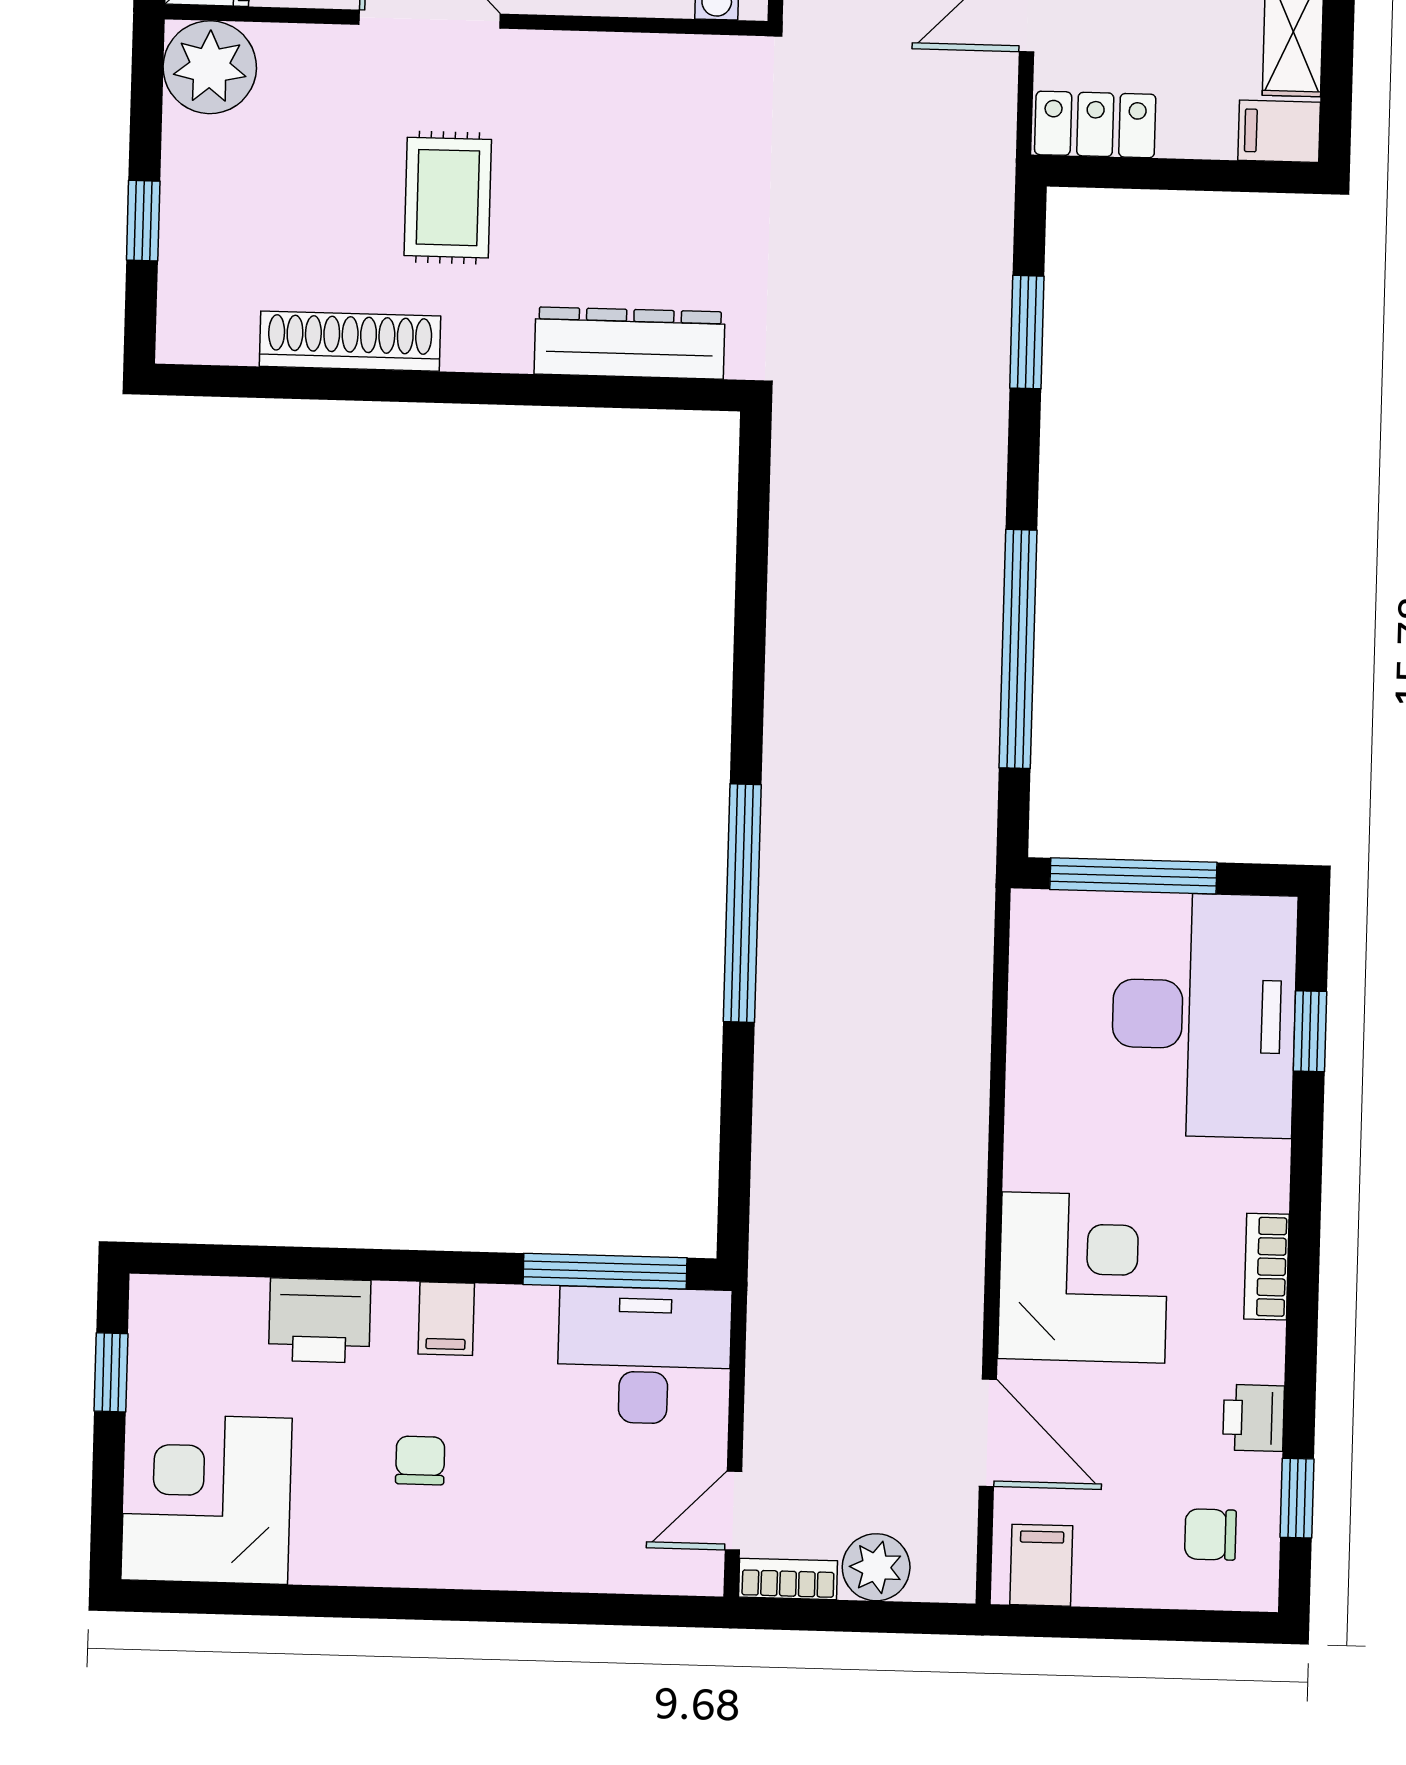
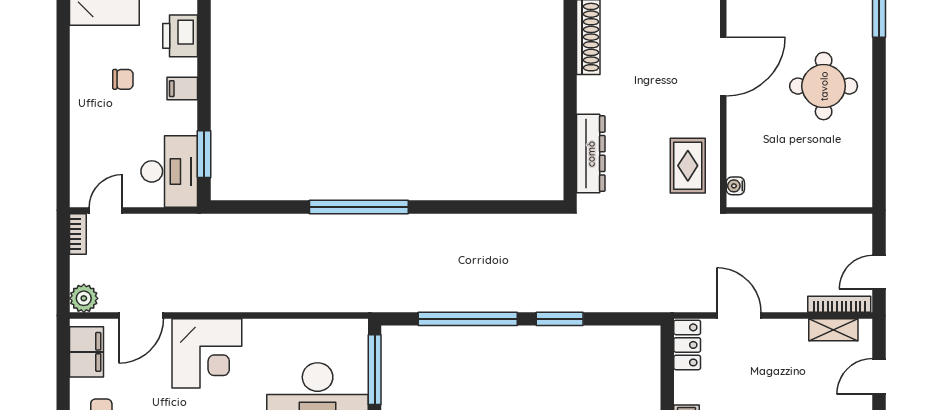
rug: (448, 198) -> (688, 166), moved, turned 90
window: (1027, 332) -> (560, 319), moved
window: (605, 1271) -> (204, 154), width x0.69
door: (733, 1511) -> (106, 210), hinge flipped
filing cabinet: (1041, 1565) -> (87, 352), width x2.00
plant: (876, 1567) -> (84, 298), moved

